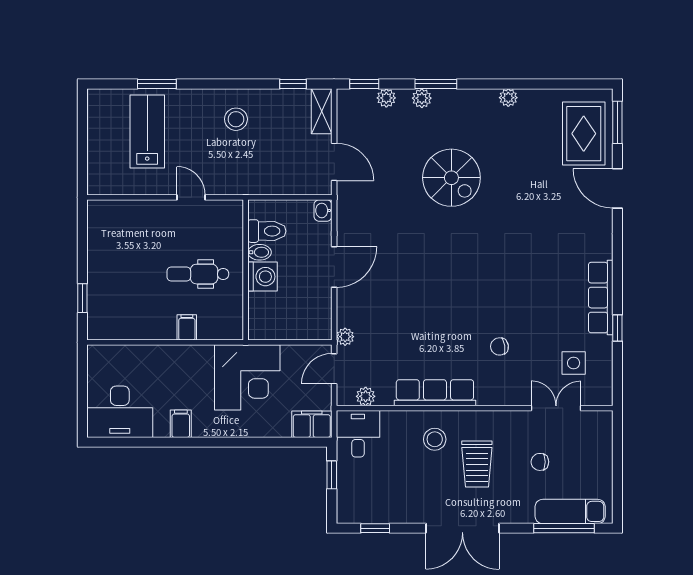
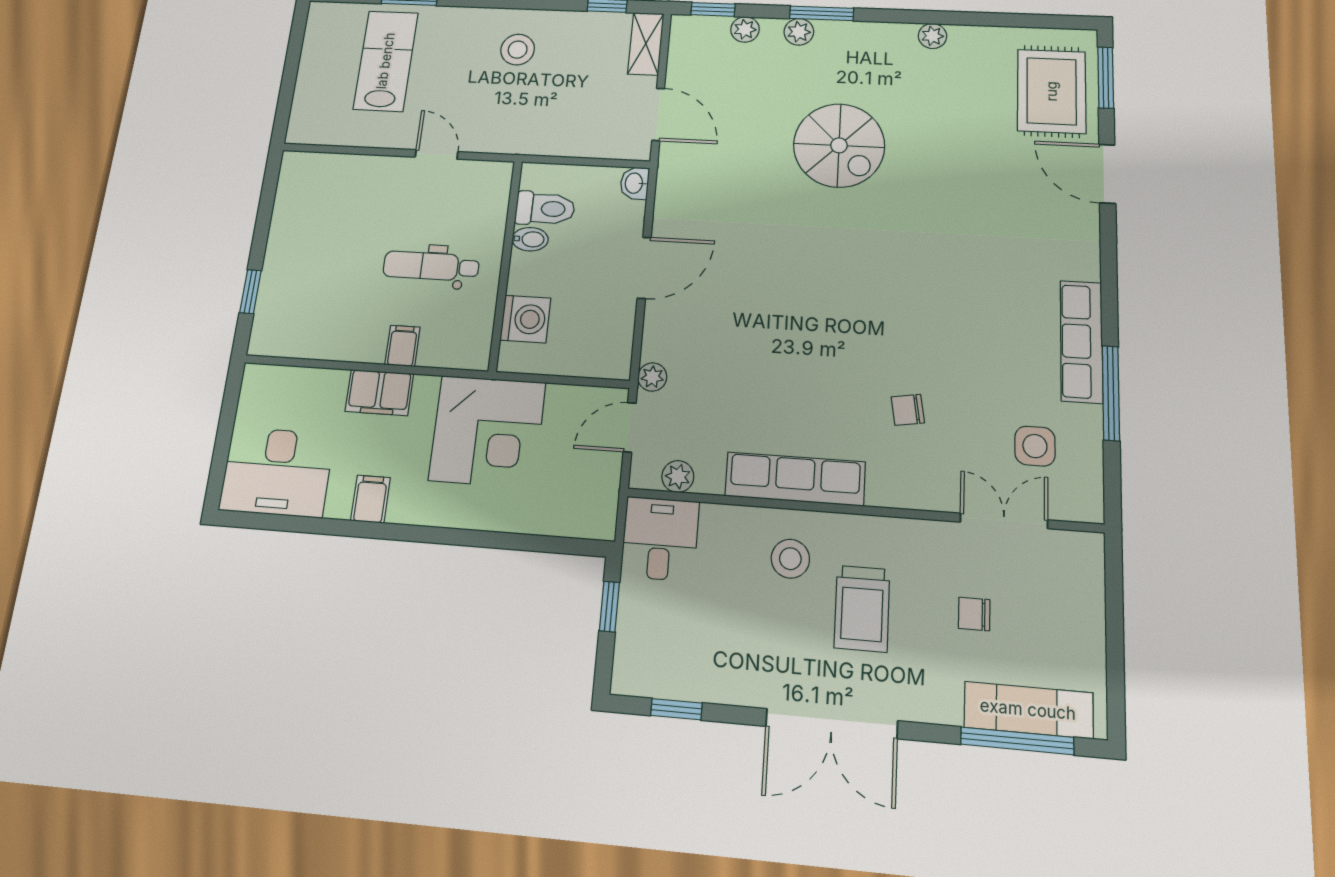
washing machine: (263, 277) -> (525, 319), moved
window: (617, 328) -> (1111, 393), width x2.17
filing cabinet: (312, 424) -> (379, 393), moved, turned 180

